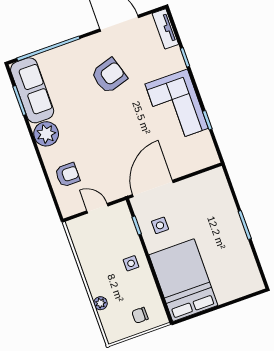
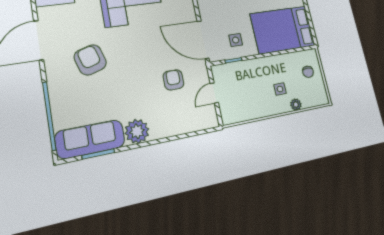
armchair: (67, 175) -> (173, 80), moved
side table: (131, 263) -> (280, 89), moved

